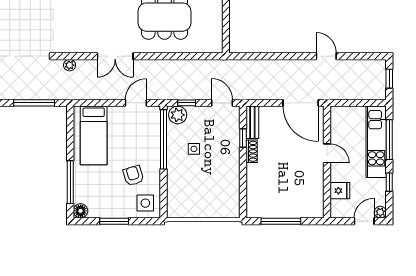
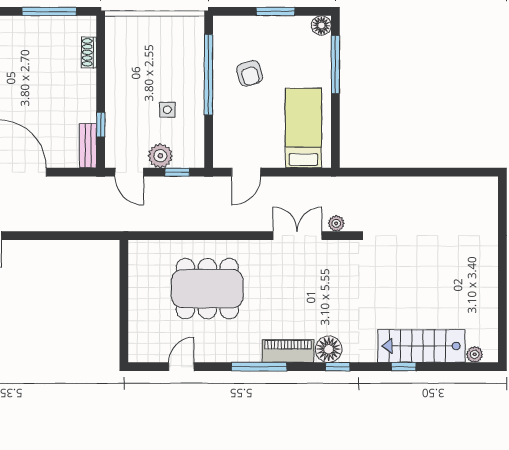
double door: (115, 56) -> (297, 236), moved
window: (34, 103) -> (384, 172), removed
plant: (178, 115) -> (160, 156), moved
window: (164, 139) -> (209, 75), moved
shoe rack: (252, 151) -> (89, 52), moved
side table: (145, 203) -> (233, 36), removed

